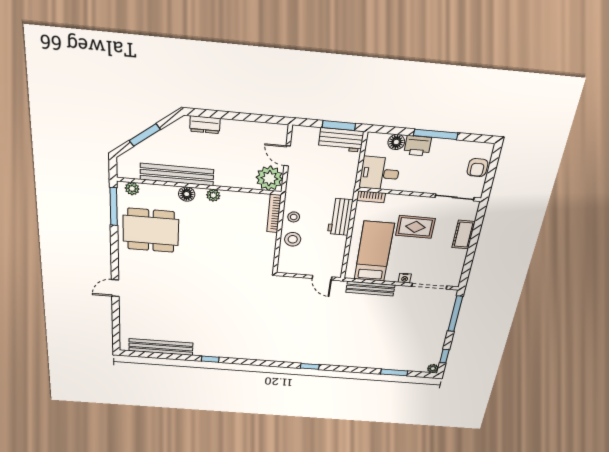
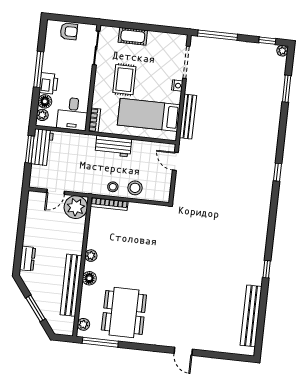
plant: (380, 139) -> (42, 115), added
door: (322, 278) -> (175, 161), swing flipped

